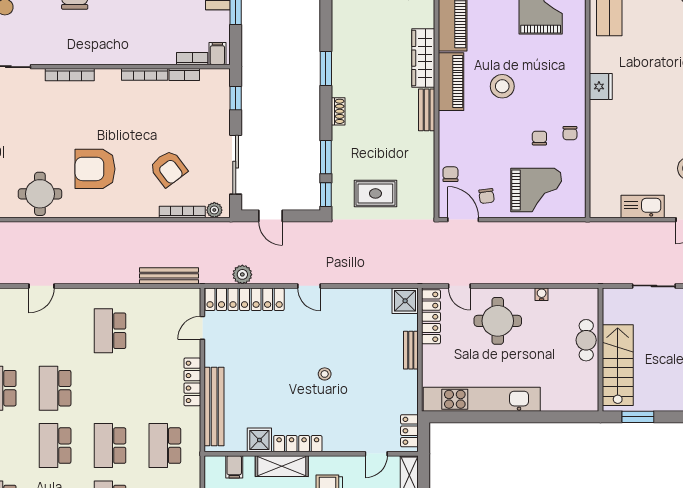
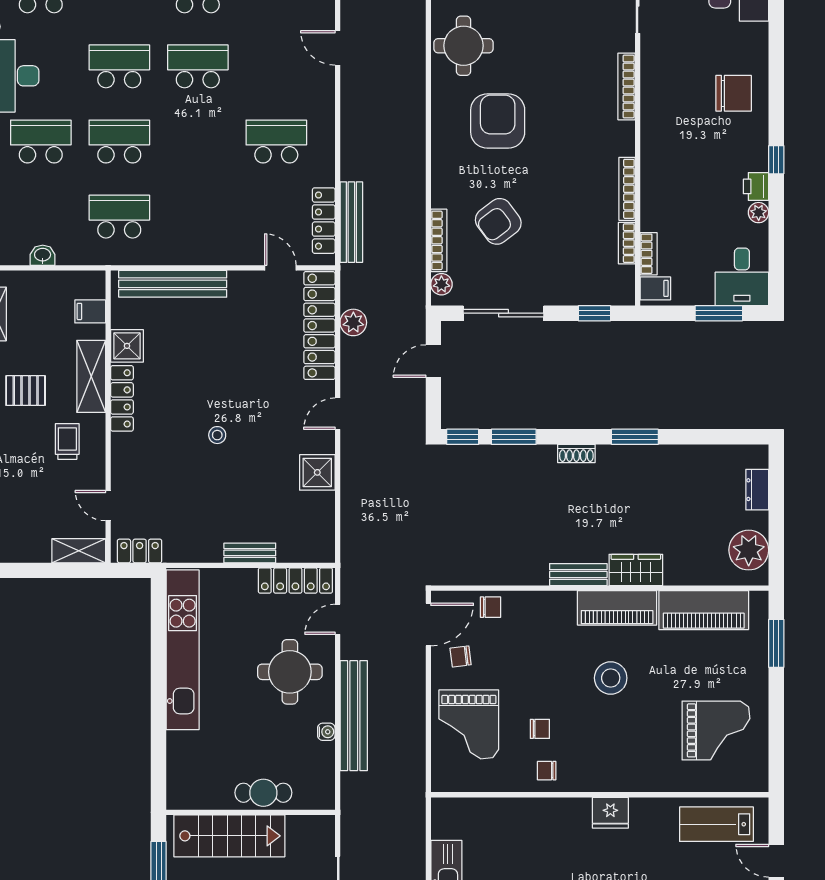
wardrobe: (423, 58) -> (636, 570), width x0.67
rug: (375, 193) -> (464, 505), removed
bench: (530, 274) -> (354, 716), added
shower: (405, 301) -> (317, 472), moved
locker: (192, 382) -> (324, 221), moved, turned -90

